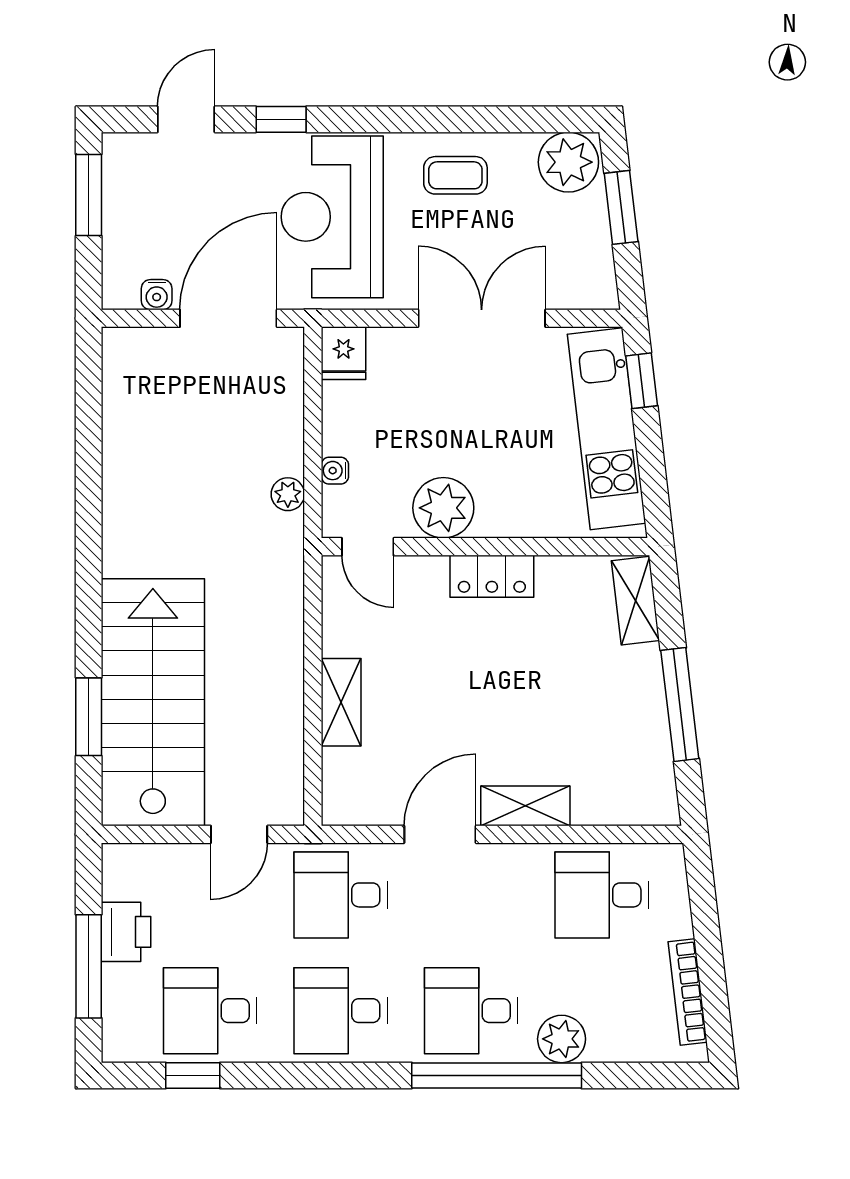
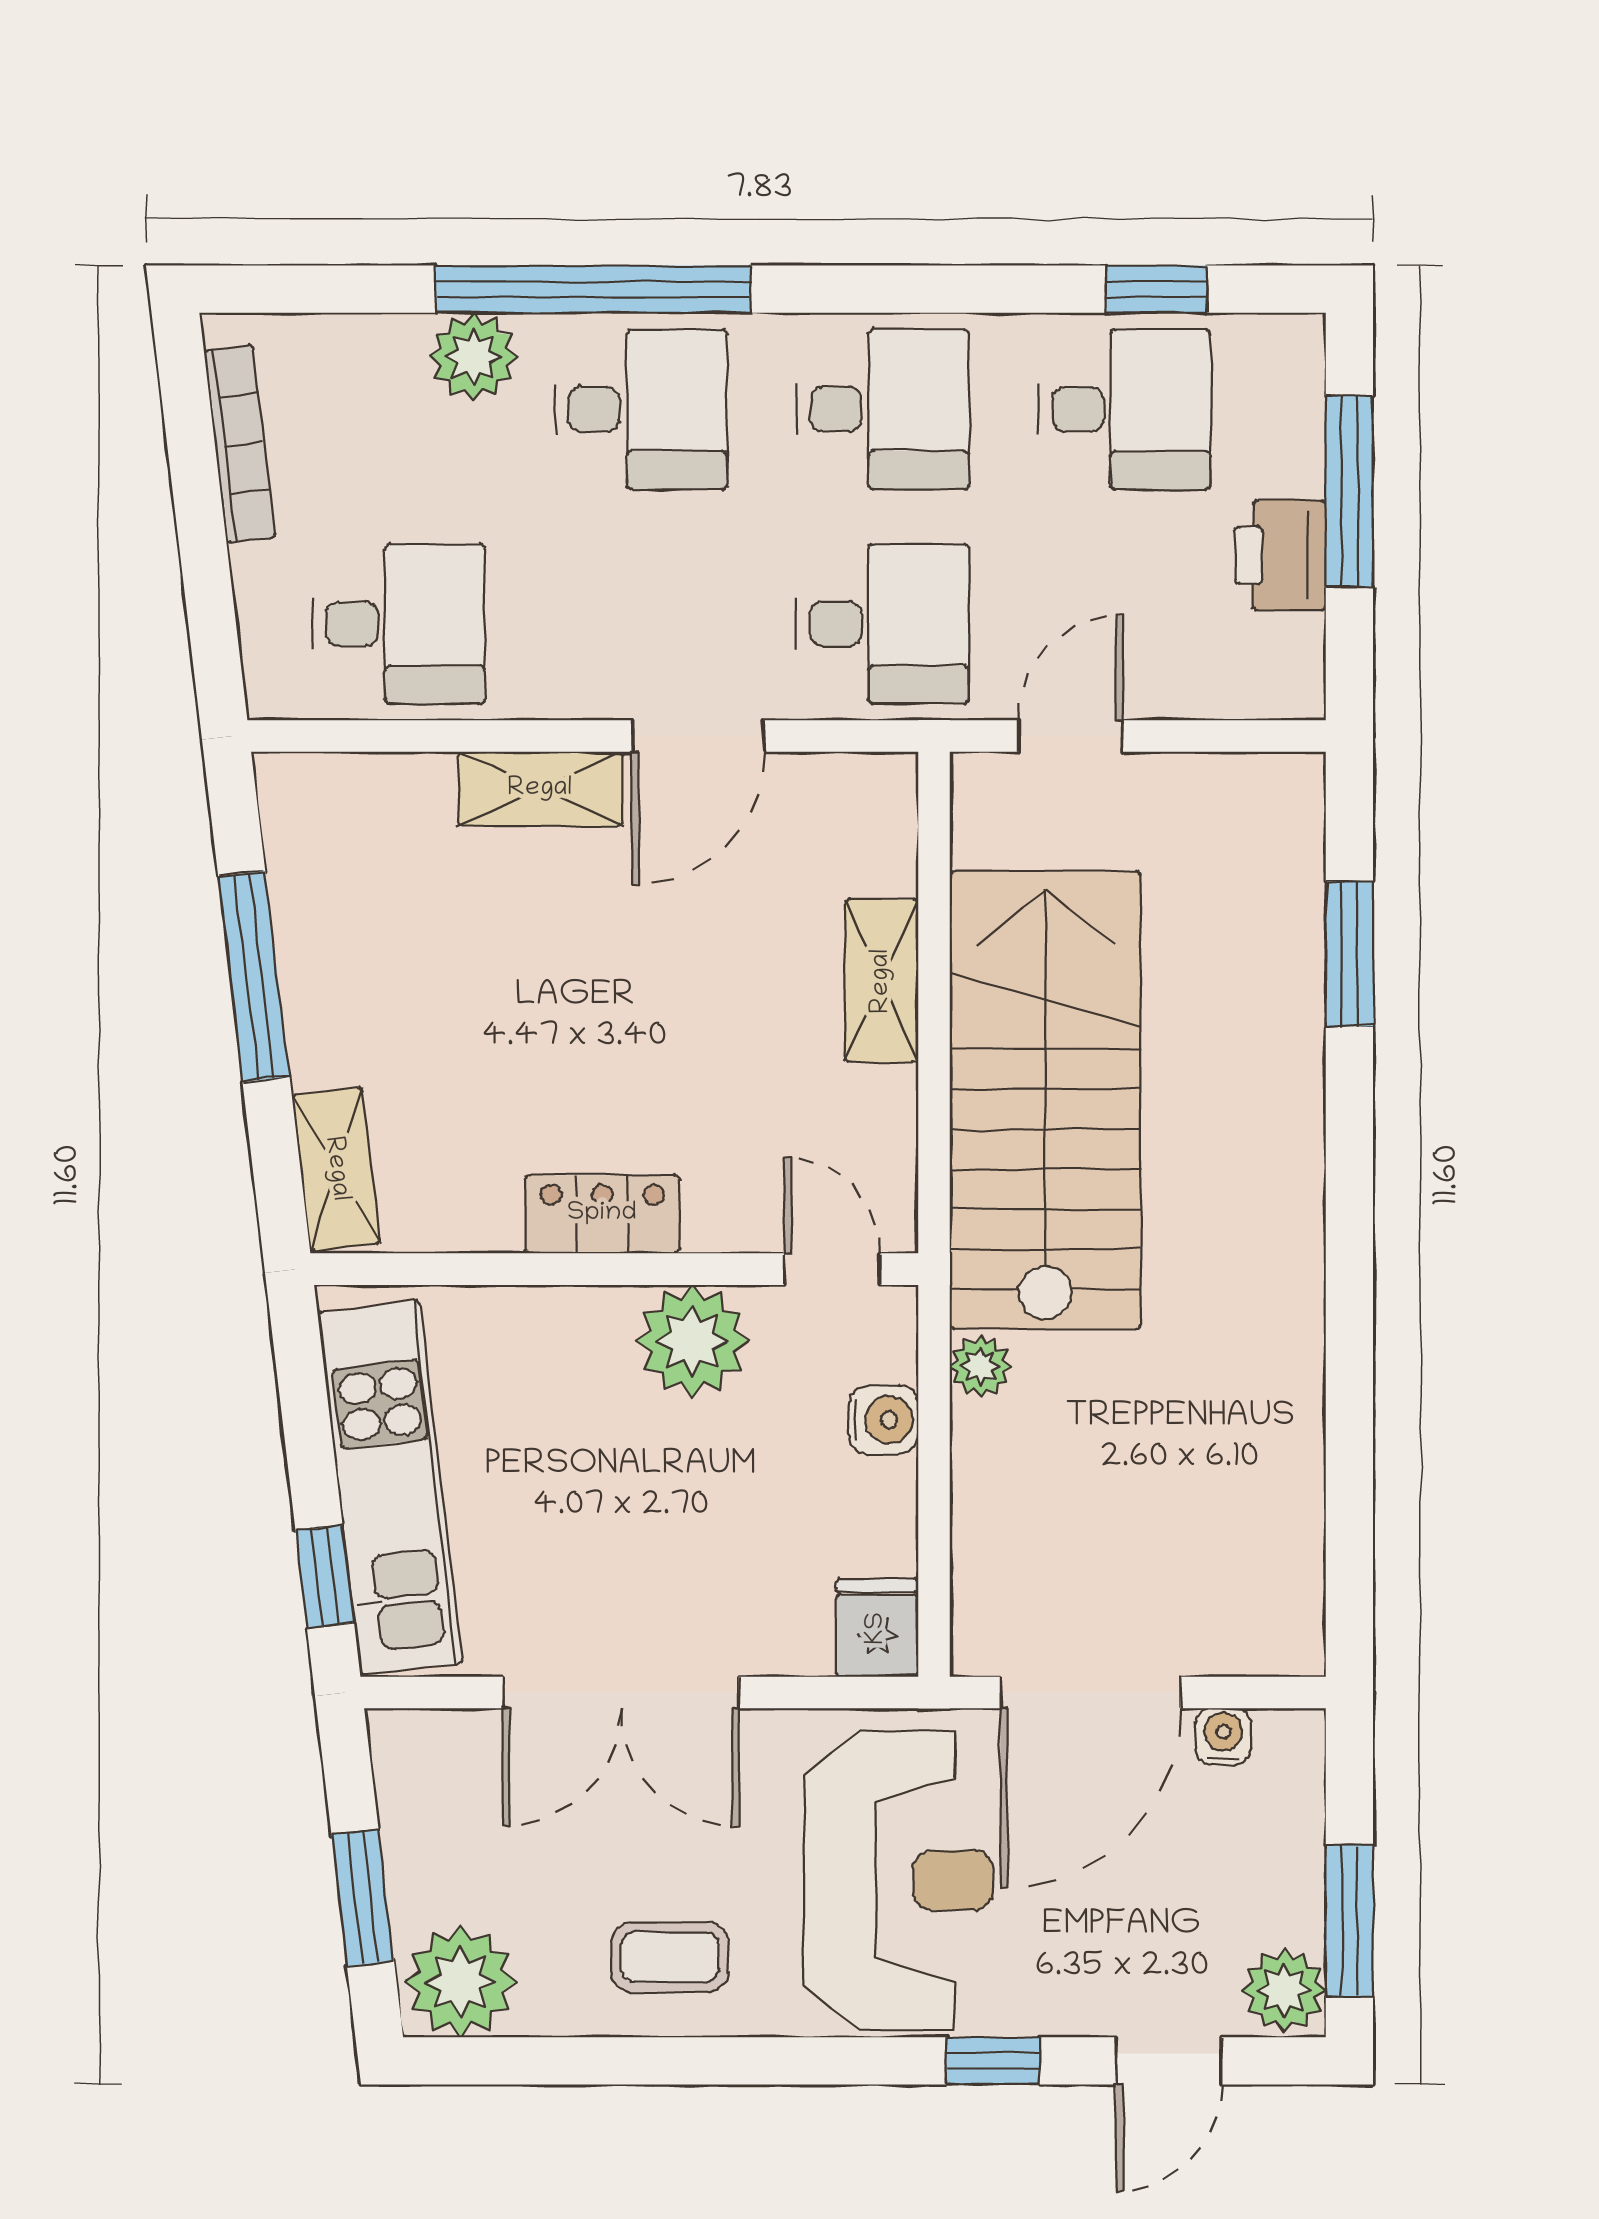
plant: (124, 158) -> (1284, 1990), added
water cooler: (335, 471) -> (884, 1420), width x1.38, depth x1.38
stairs: (153, 702) -> (1045, 1100), moved, turned 180

